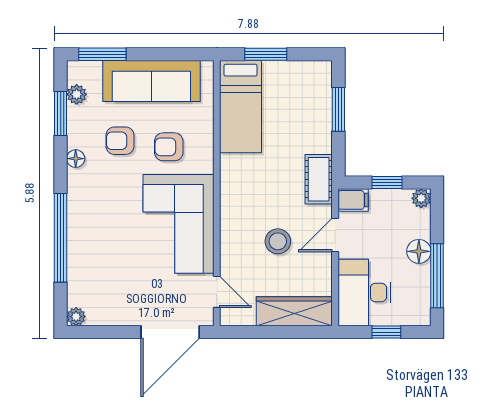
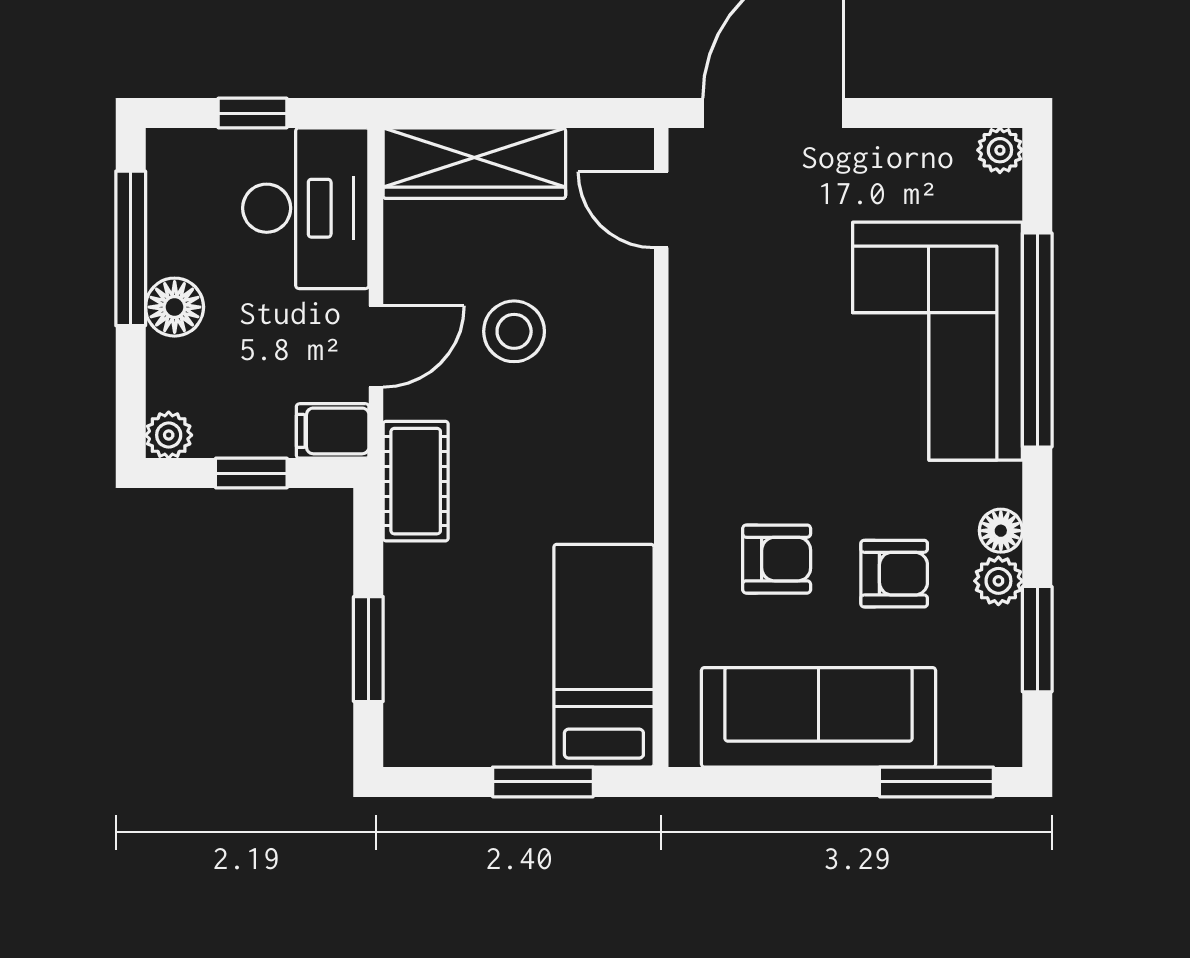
plant: (77, 94) -> (998, 581), moved
corner sofa: (179, 224) -> (937, 341), moved, turned 180

